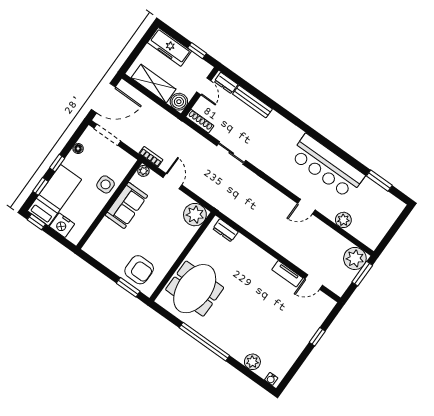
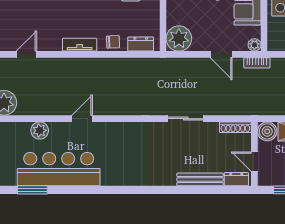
bar counter: (327, 166) -> (59, 169), moved
chair: (244, 246) -> (113, 42), added
tv unit: (287, 274) -> (80, 45), moved

